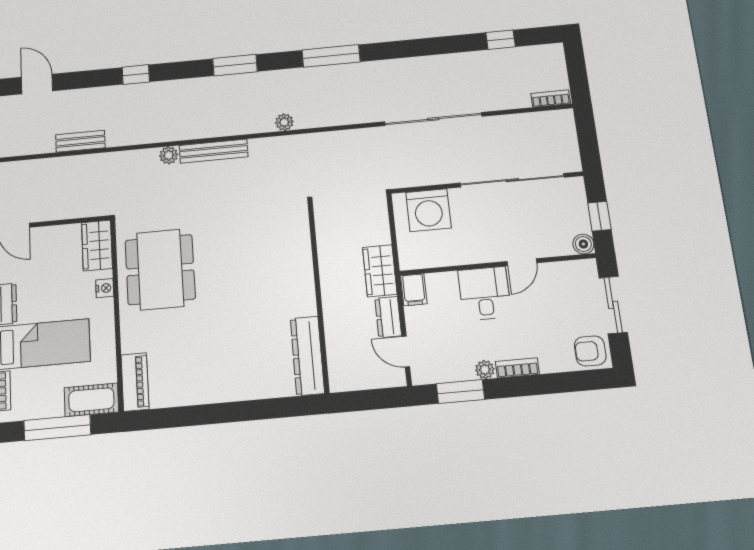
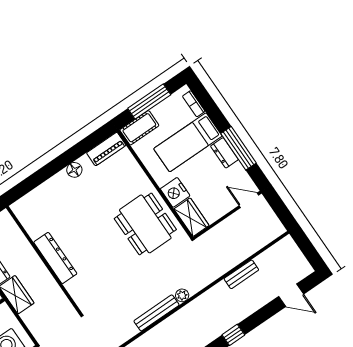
nightstand: (105, 288) -> (175, 192), width x1.89, depth x1.79
dresser: (307, 356) -> (55, 258), moved
piano: (135, 382) -> (106, 149), moved, turned -90
floor lamp: (209, 392) -> (74, 170), added

